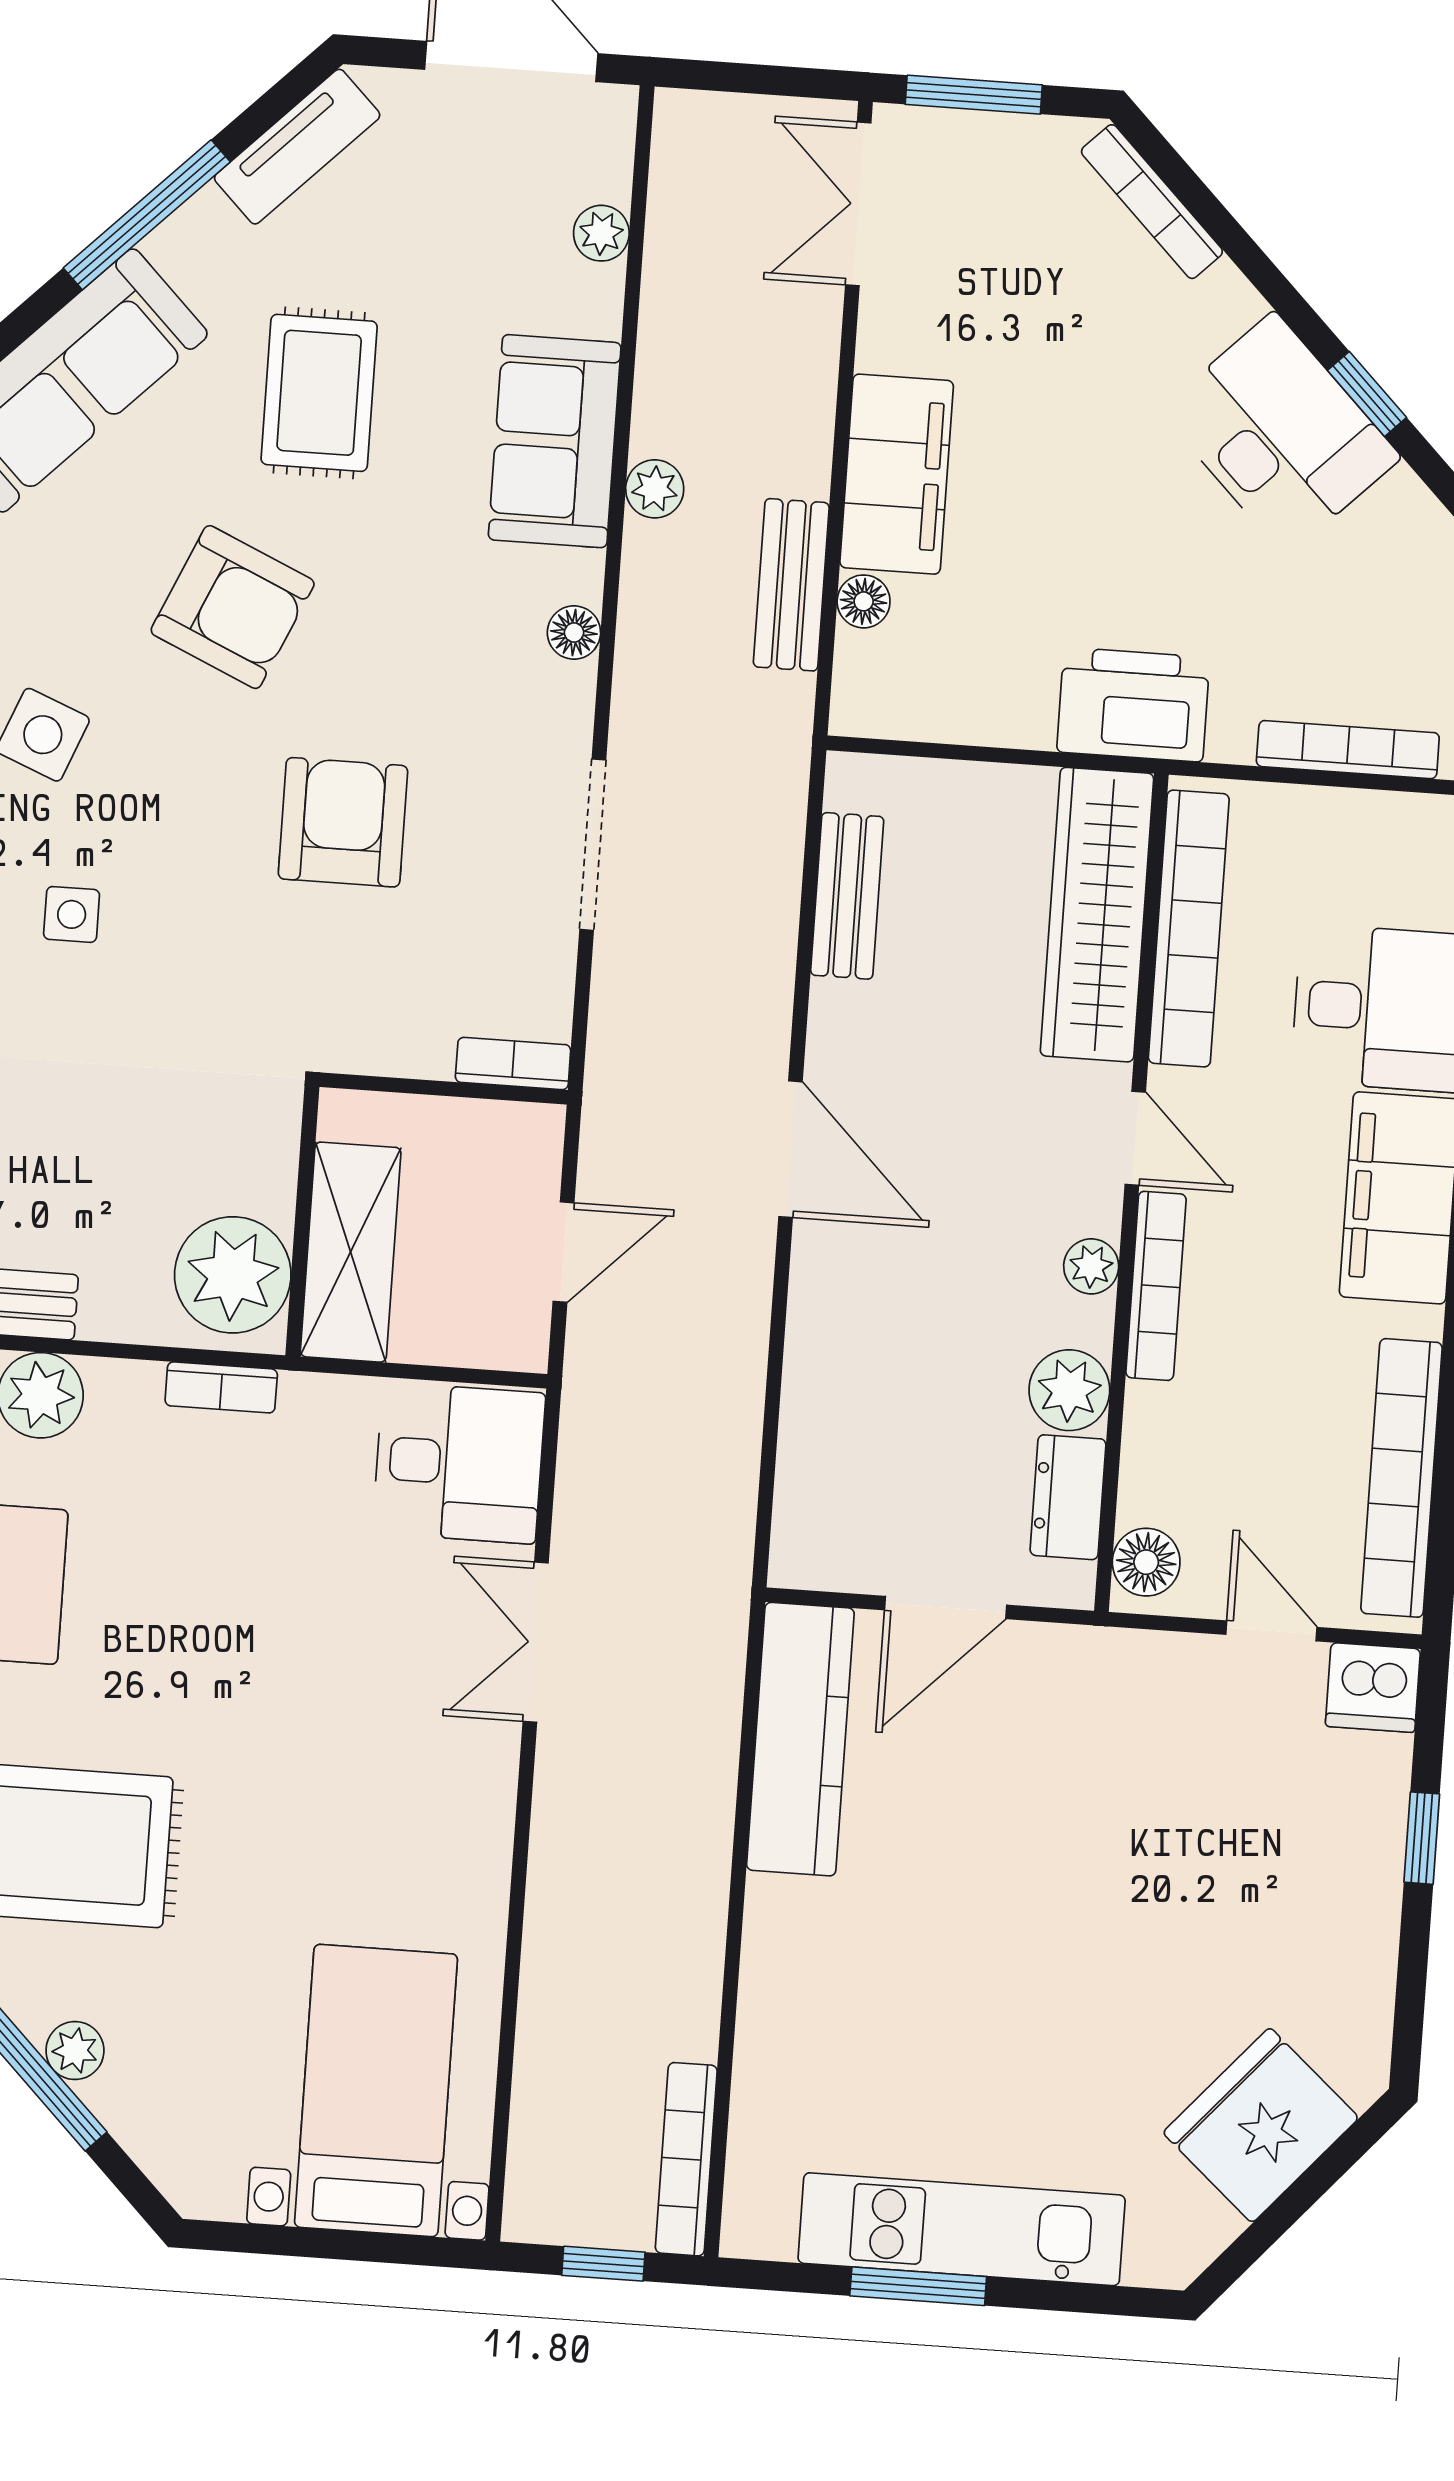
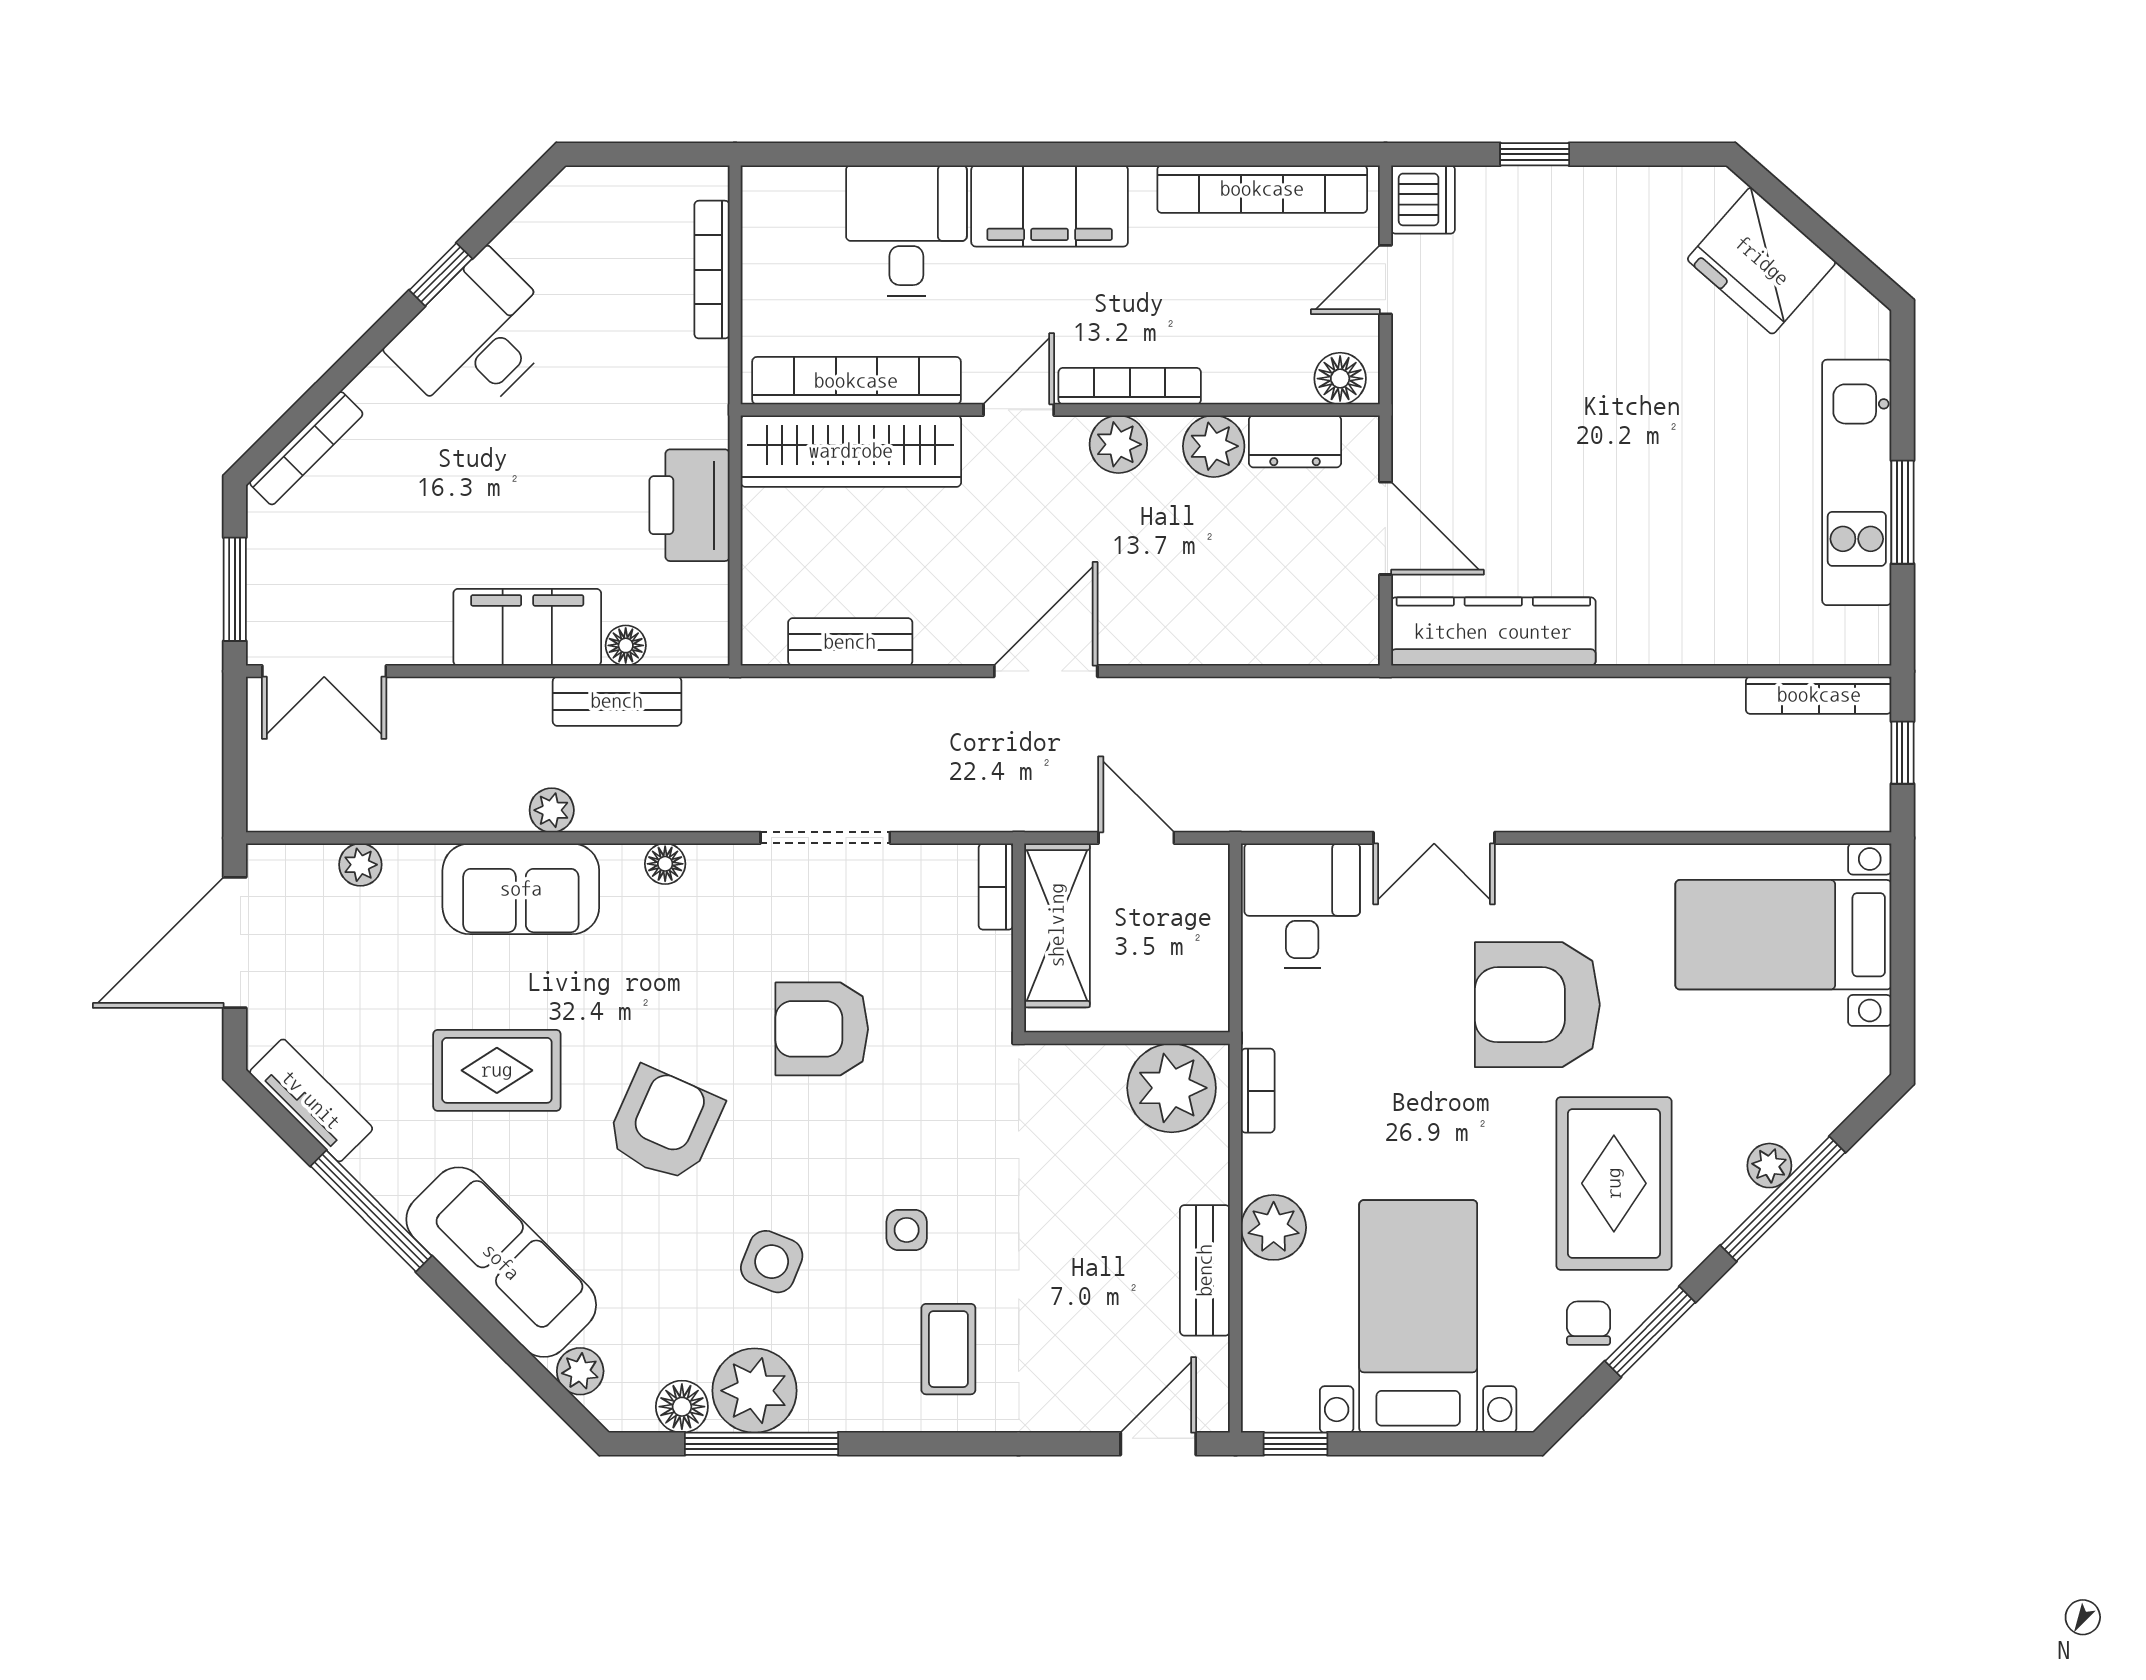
printer: (1133, 705) -> (689, 505), moved
shelving: (351, 1252) -> (1057, 925), moved, turned 90
plant: (1091, 1266) -> (1118, 444), width x1.38, depth x1.38
armchair: (307, 1762) -> (1537, 1005), added

